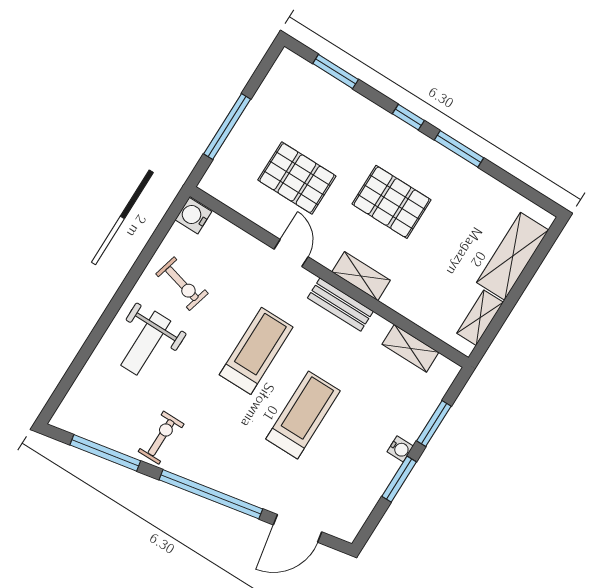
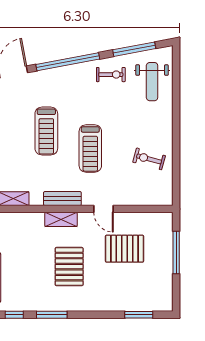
window: (408, 117) -> (14, 315), moved
pallet: (392, 202) -> (69, 267), turned 90
water cooler: (193, 216) -> (165, 197), removed
weight bench: (146, 343) -> (152, 82), moved, turned 180
exercise bike: (161, 438) -> (111, 75), turned -90

